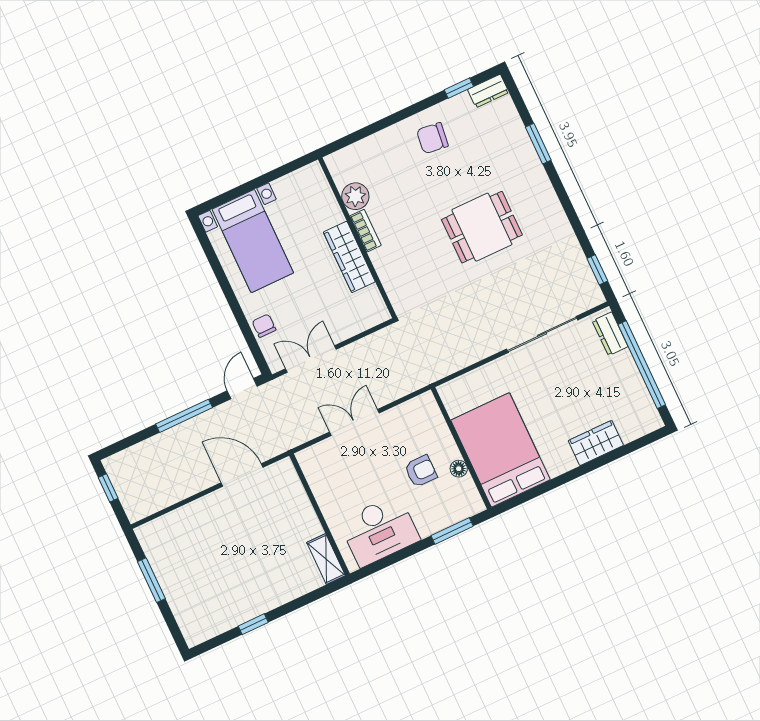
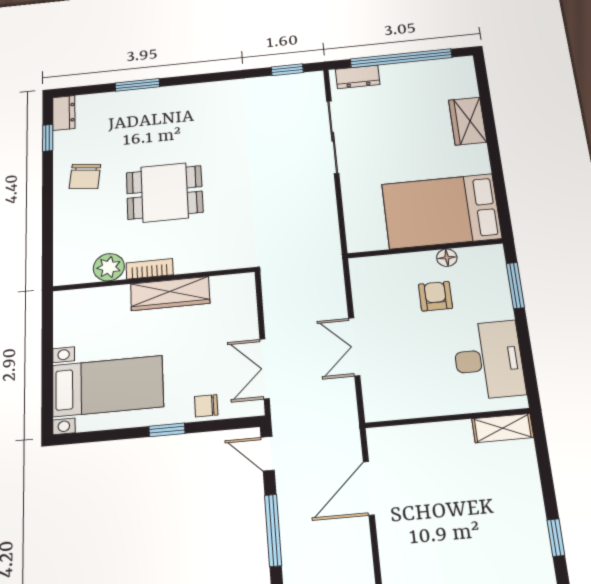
dining table: (482, 227) -> (165, 192), moved, turned 90
window: (234, 303) -> (167, 430), added

